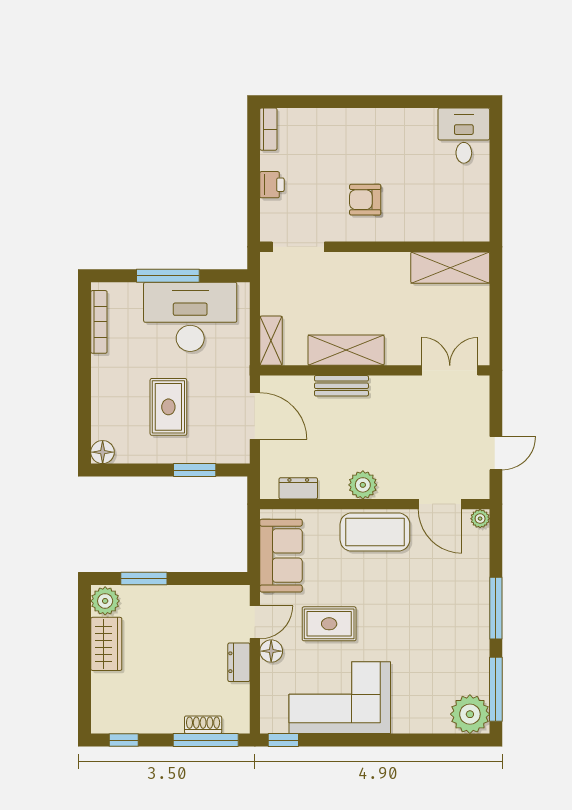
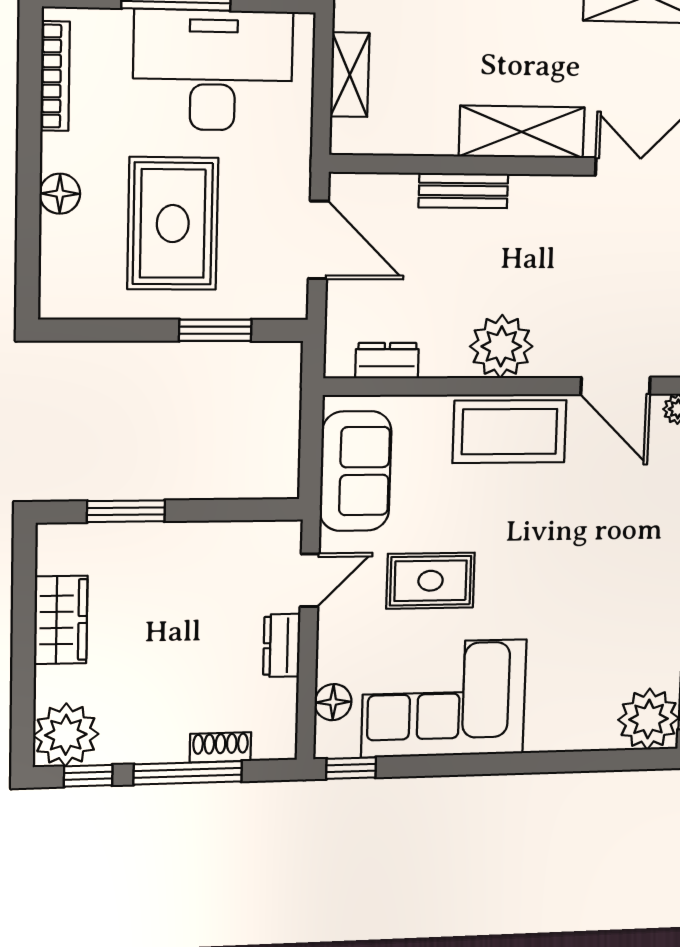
shelving: (271, 341) -> (350, 75), moved
shelving: (346, 350) -> (522, 132), moved
rug: (168, 407) -> (173, 224), width x1.36, depth x1.43
floor lamp: (103, 452) -> (60, 194), moved
plant: (363, 485) -> (501, 346), width x1.36, depth x1.36
plant: (105, 601) -> (66, 735), moved, width x1.36, depth x1.36
floor lamp: (271, 651) -> (333, 702), moved
window: (206, 740) -> (188, 773), moved

